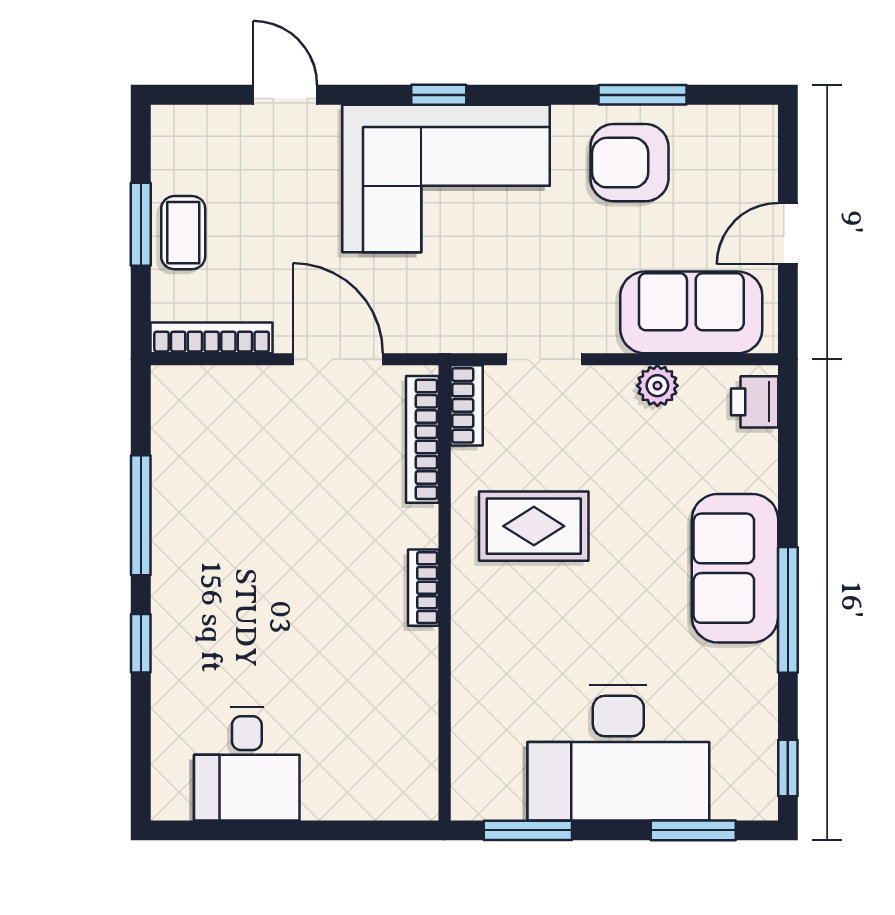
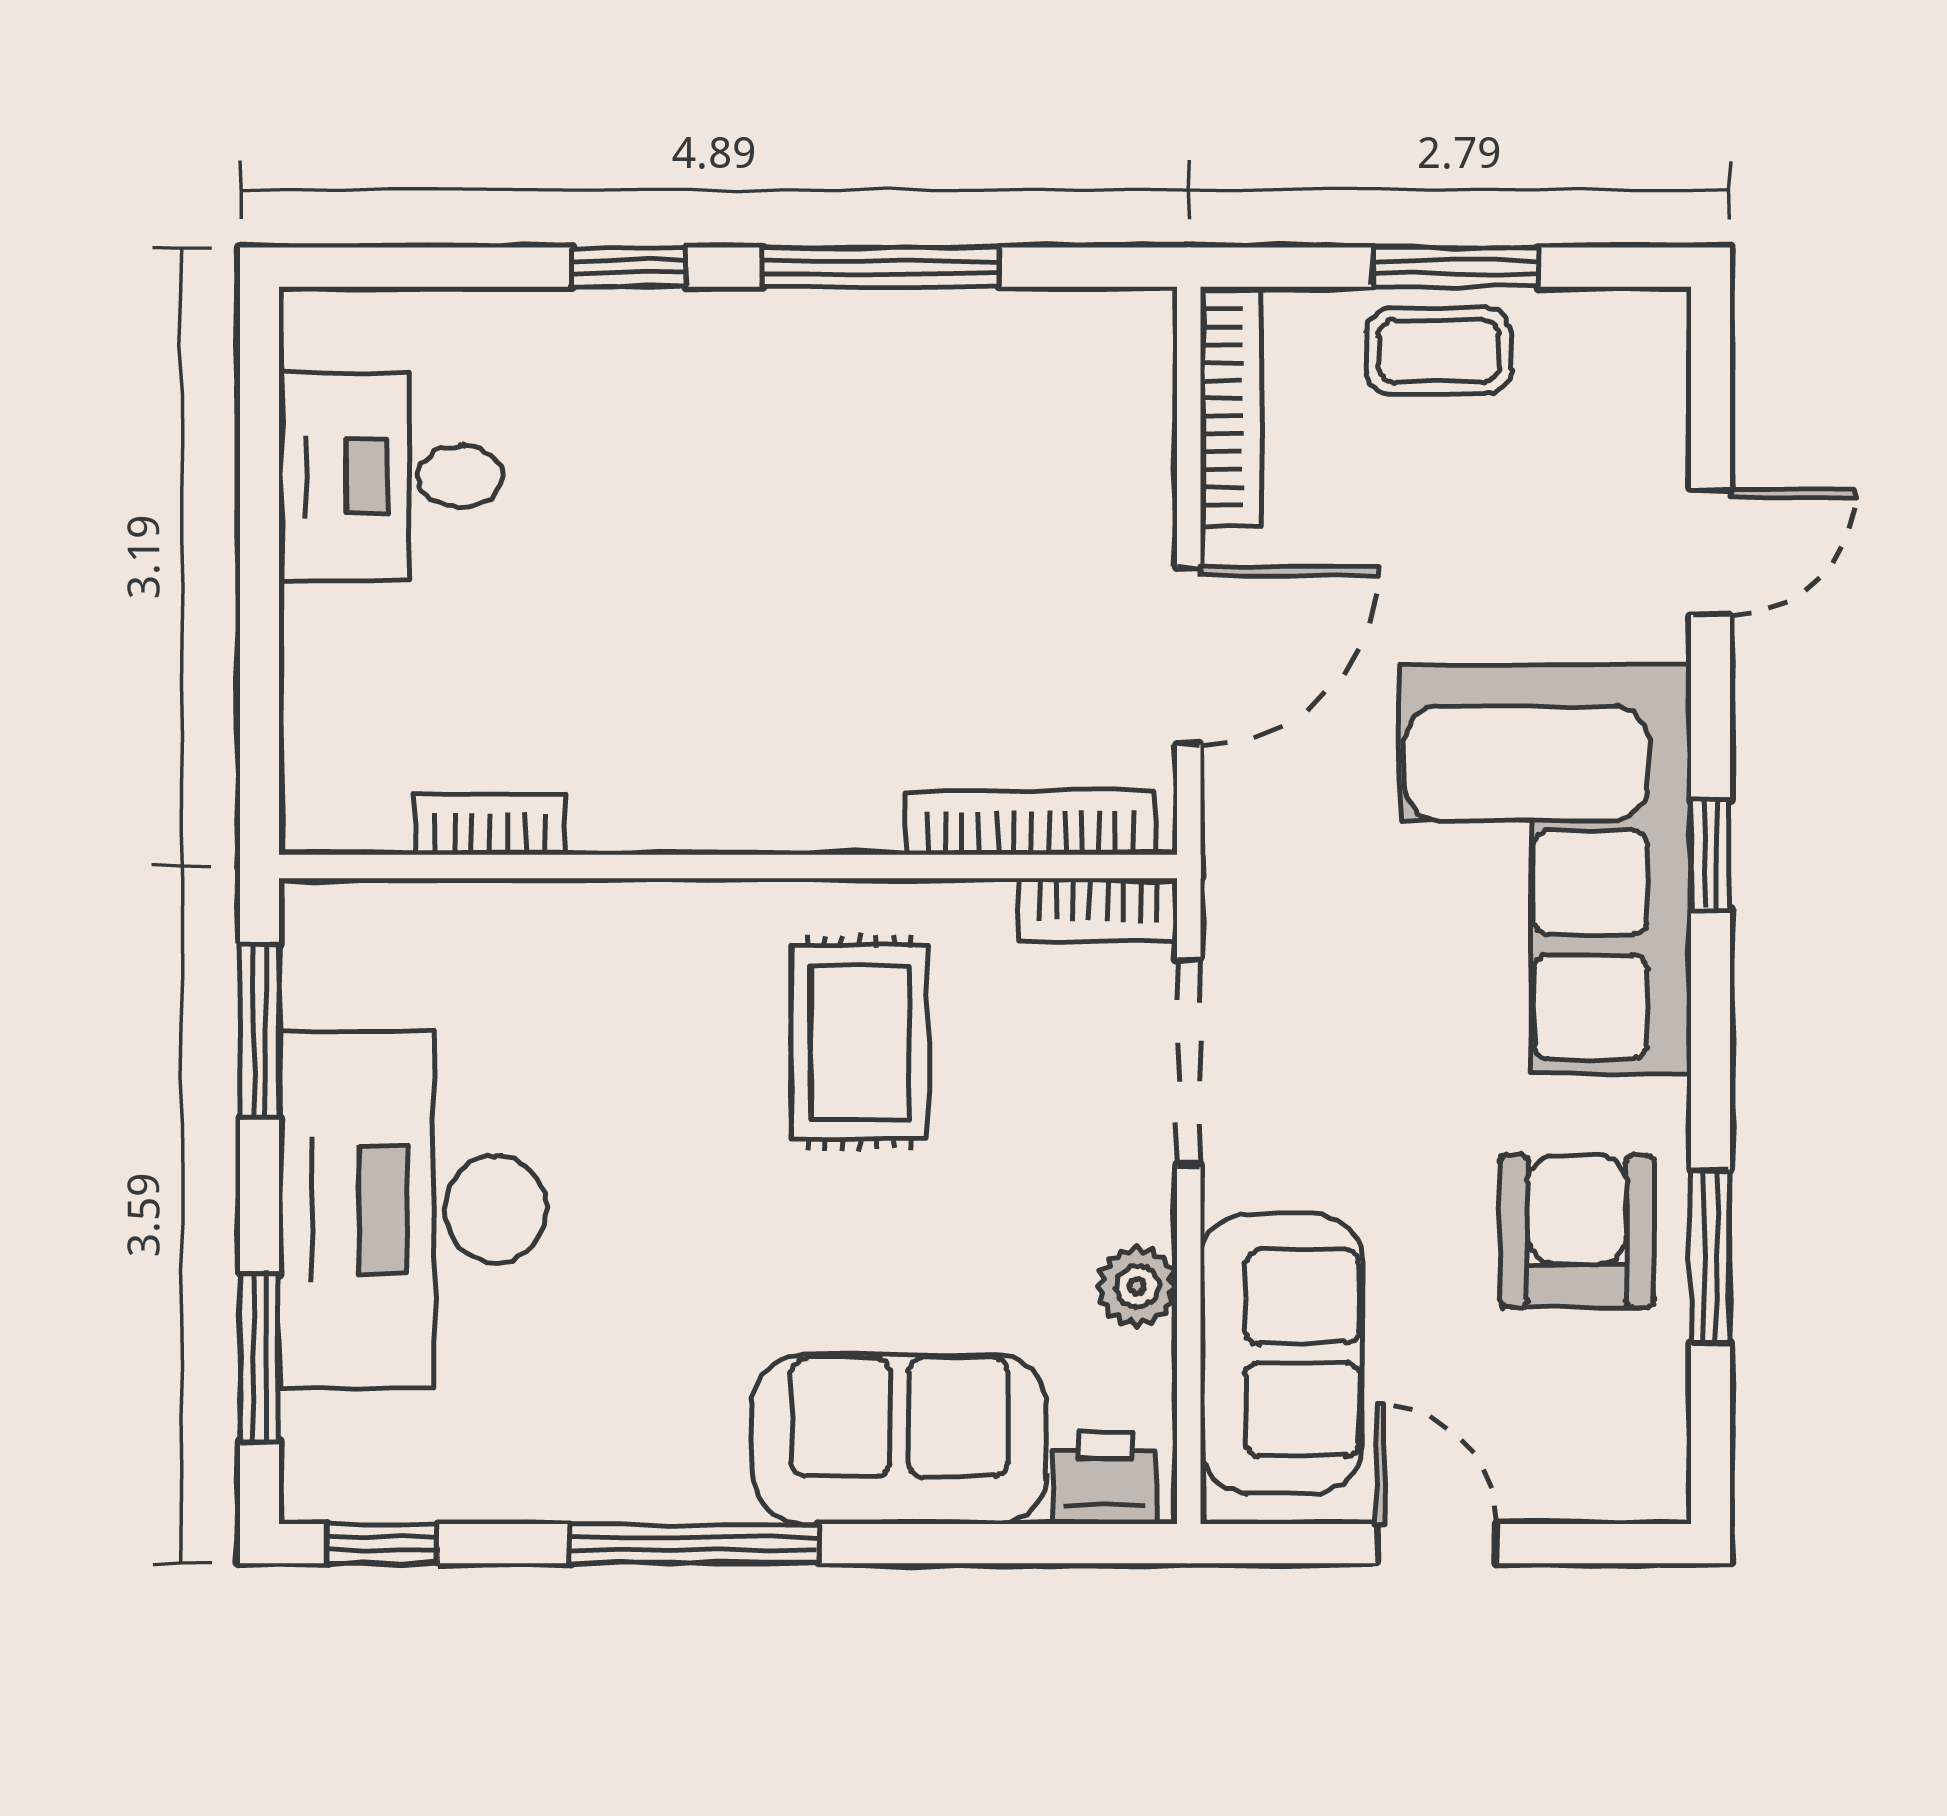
doorway: (544, 359) -> (1189, 1062), width x1.38
sofa: (735, 568) -> (899, 1439), moved
bookcase: (423, 588) -> (490, 825), moved

